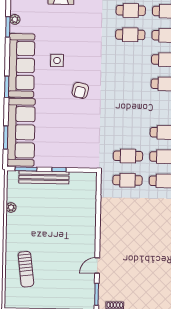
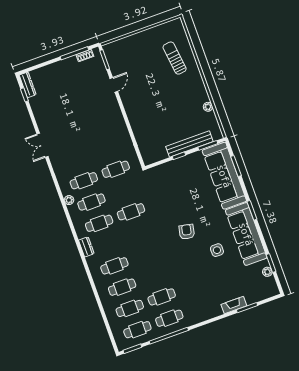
cafe table: (128, 156) -> (131, 212), moved

